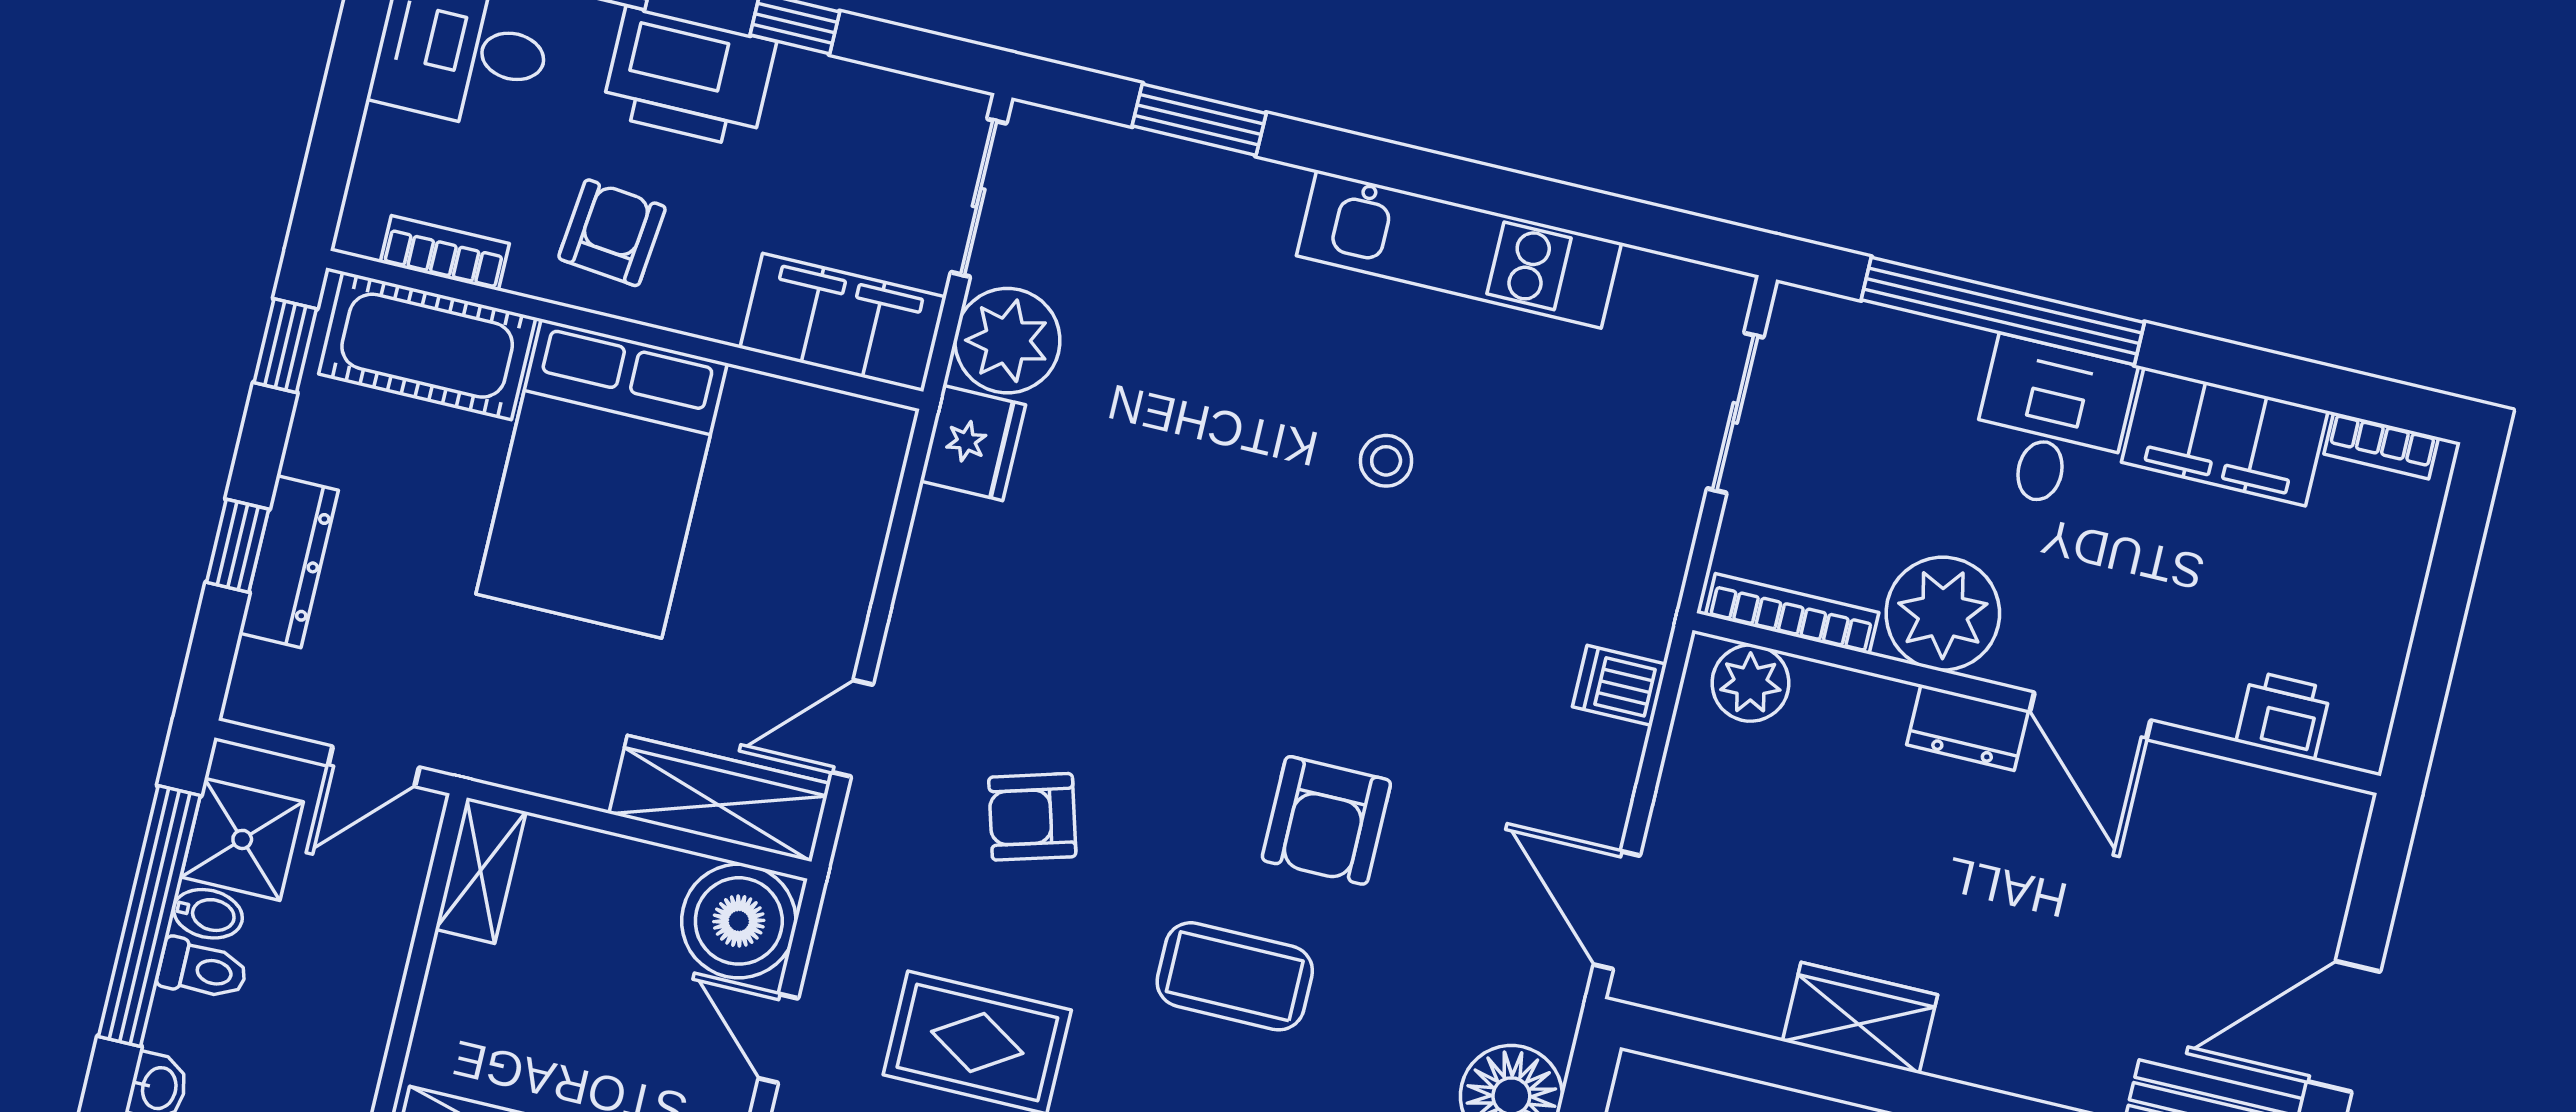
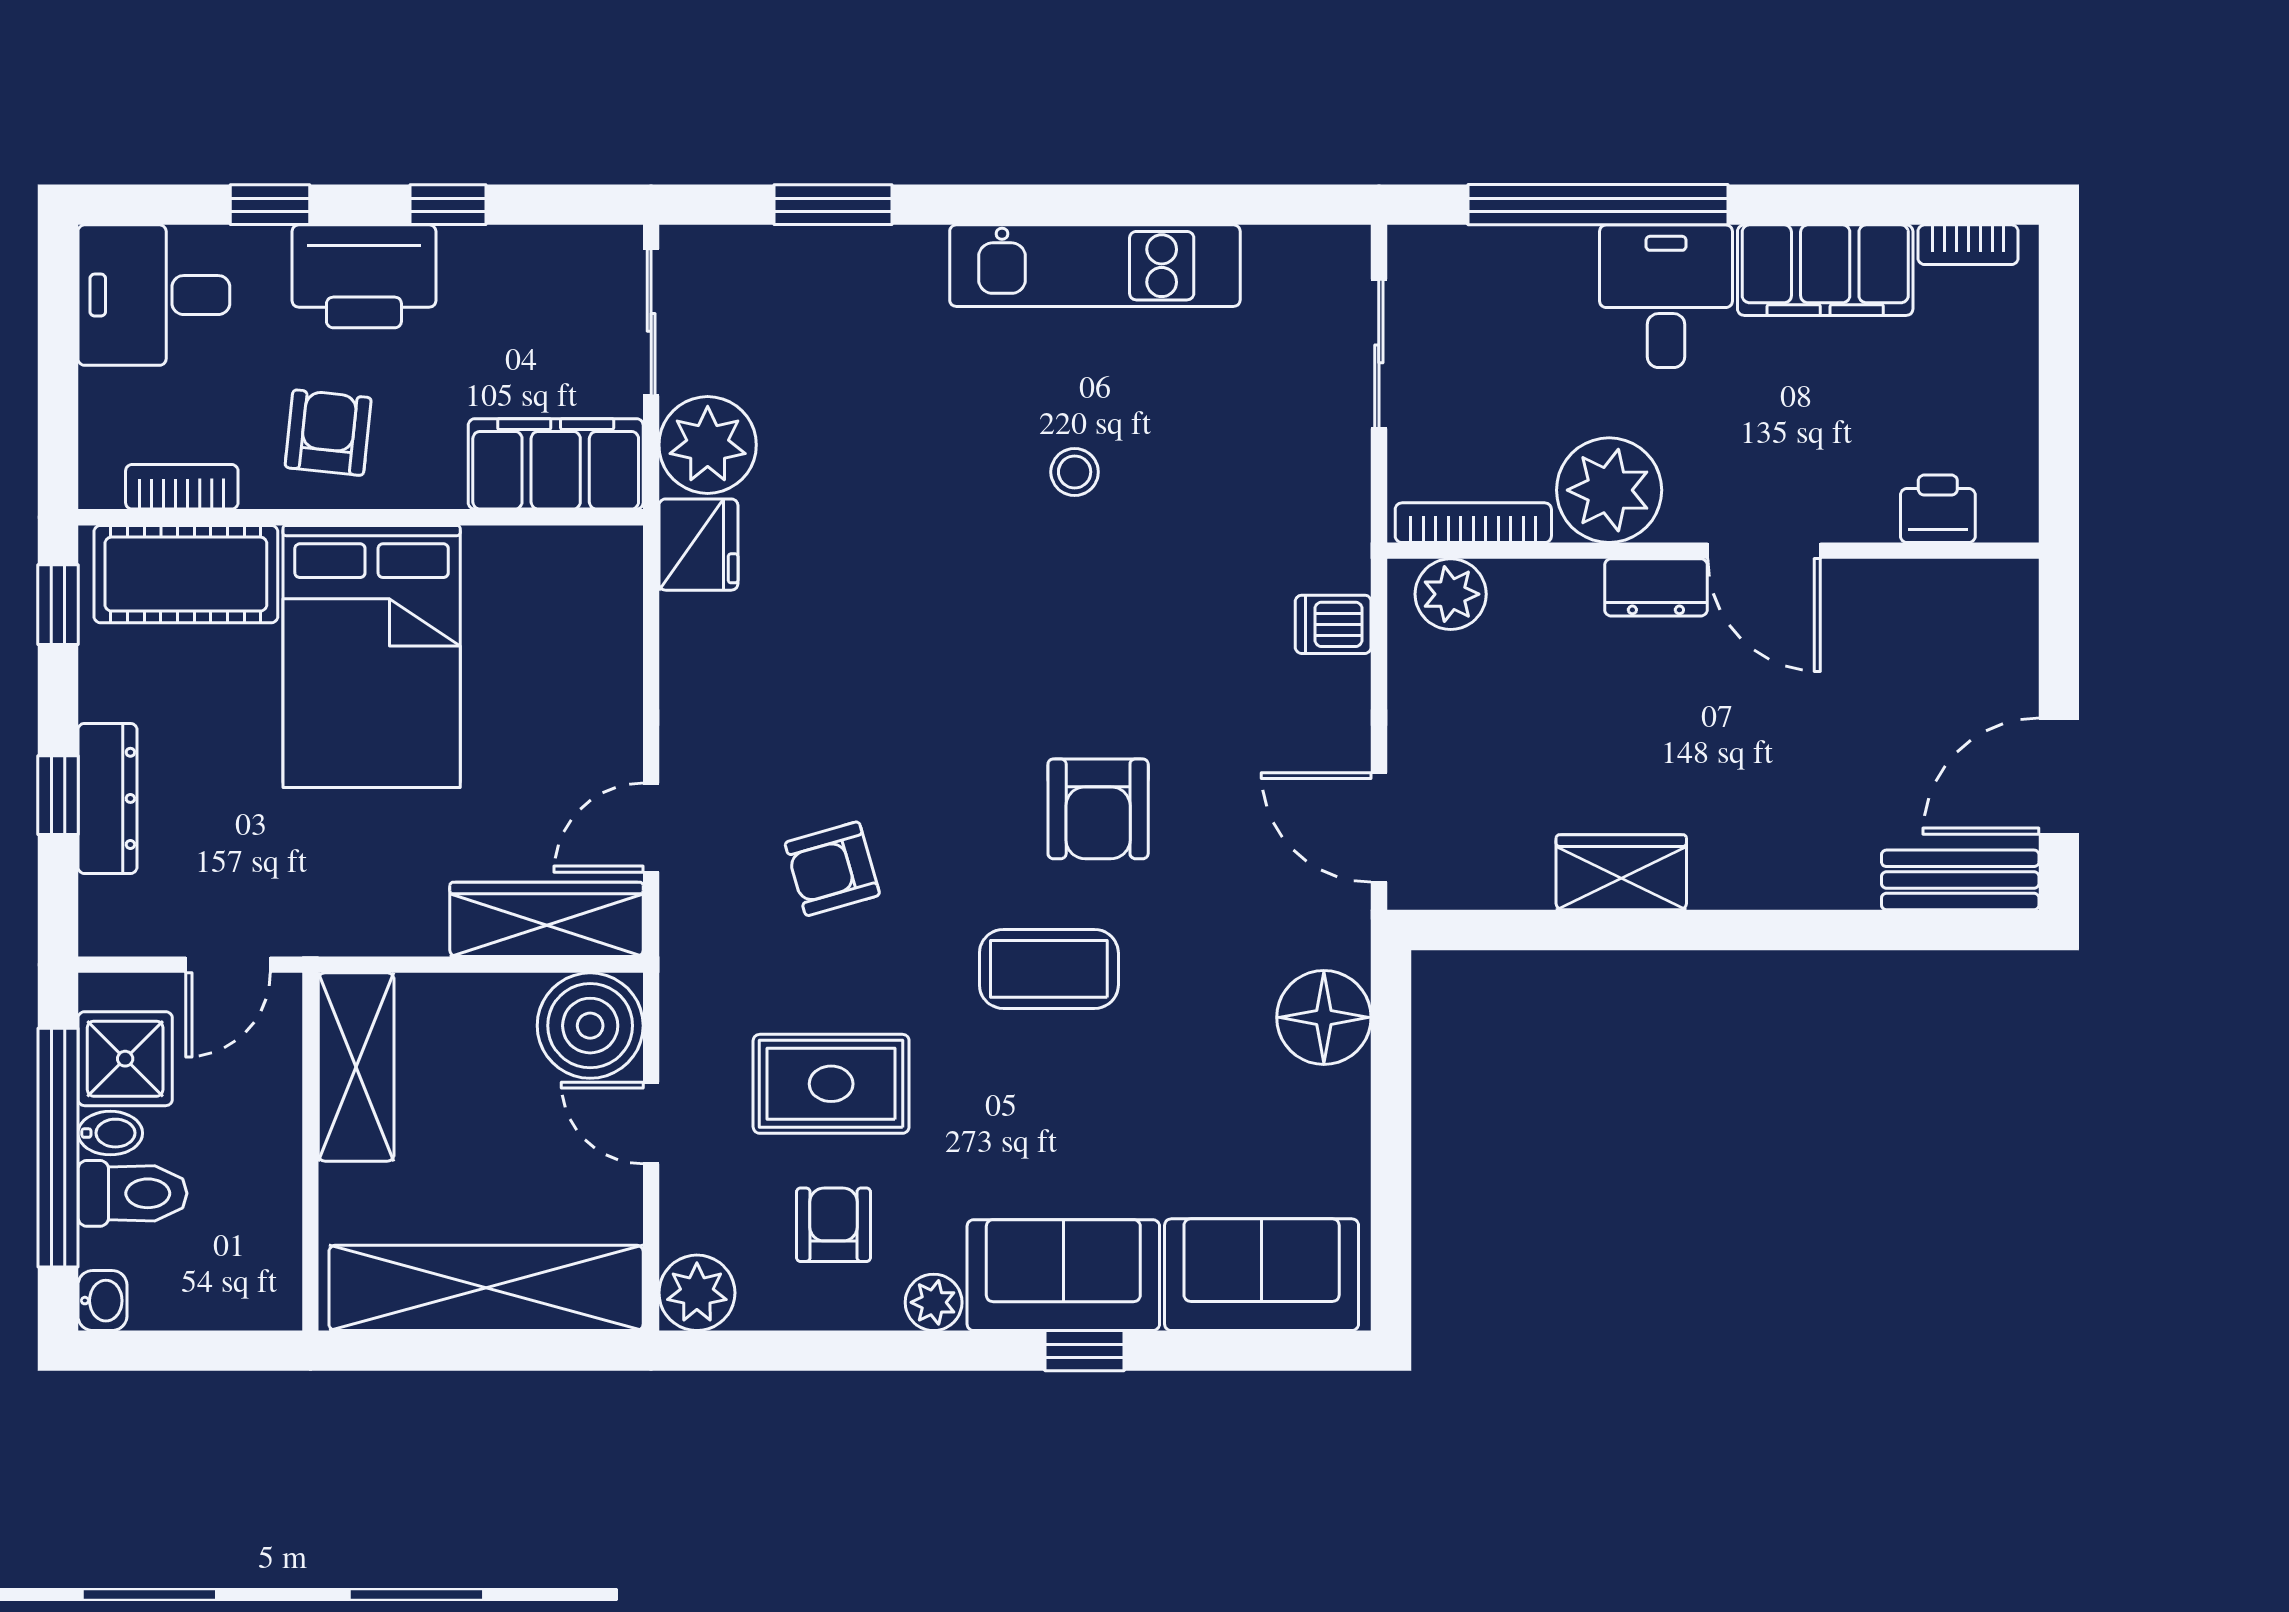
shelving: (481, 871) -> (356, 1067), width x1.50, depth x1.33
toilet: (203, 969) -> (133, 1193), width x1.37, depth x1.39

